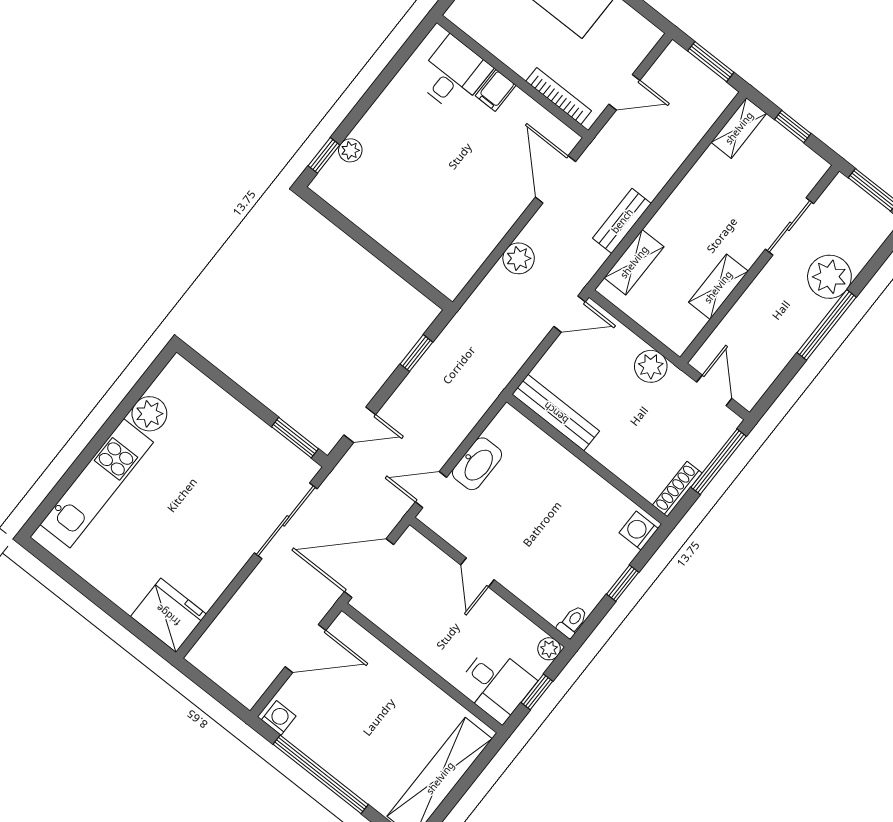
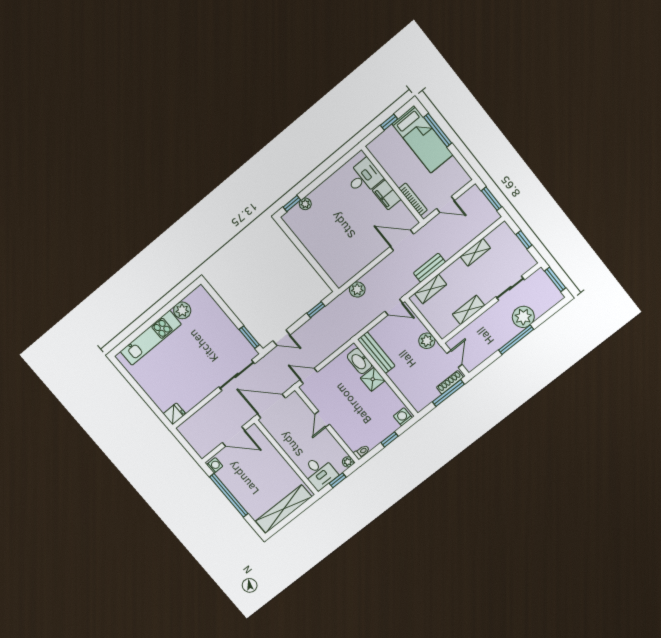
filing cabinet: (496, 90) -> (387, 195), width x2.00
shelving: (739, 128) -> (475, 252), moved
door: (555, 179) -> (402, 240), hinge flipped
plant: (519, 258) -> (357, 290), moved
washbasin: (477, 464) -> (360, 361), moved, turned 90
shower: (561, 468) -> (373, 379), added
shoe rack: (677, 489) -> (450, 382), moved
fridge: (168, 615) -> (174, 414), width x0.53, depth x0.75

